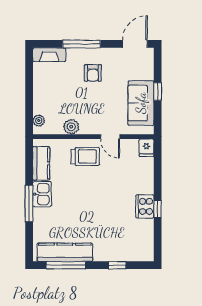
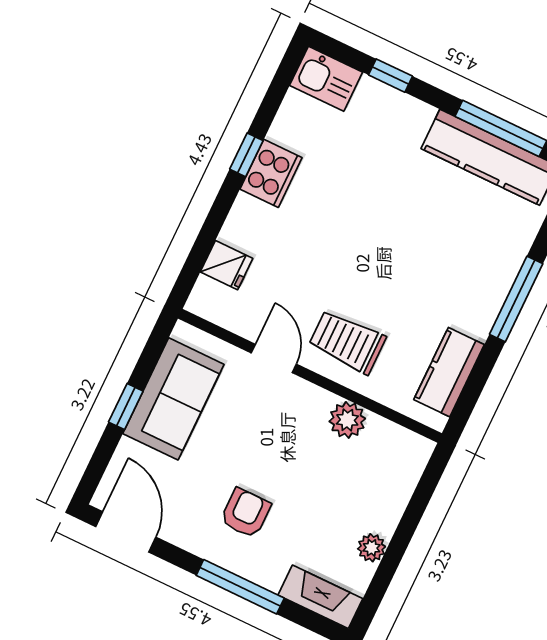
door: (135, 44) -> (126, 532), swing flipped
plant: (39, 121) -> (372, 548), moved
fridge: (147, 148) -> (227, 265), moved, turned 90
kitchen sink: (42, 194) -> (326, 79), moved, turned -90

